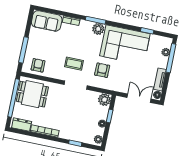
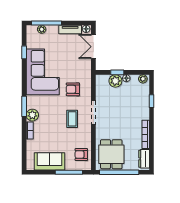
sofa: (47, 21) -> (50, 161), moved, turned -90
plant: (98, 29) -> (32, 115), moved
plant: (104, 100) -> (115, 81), moved

